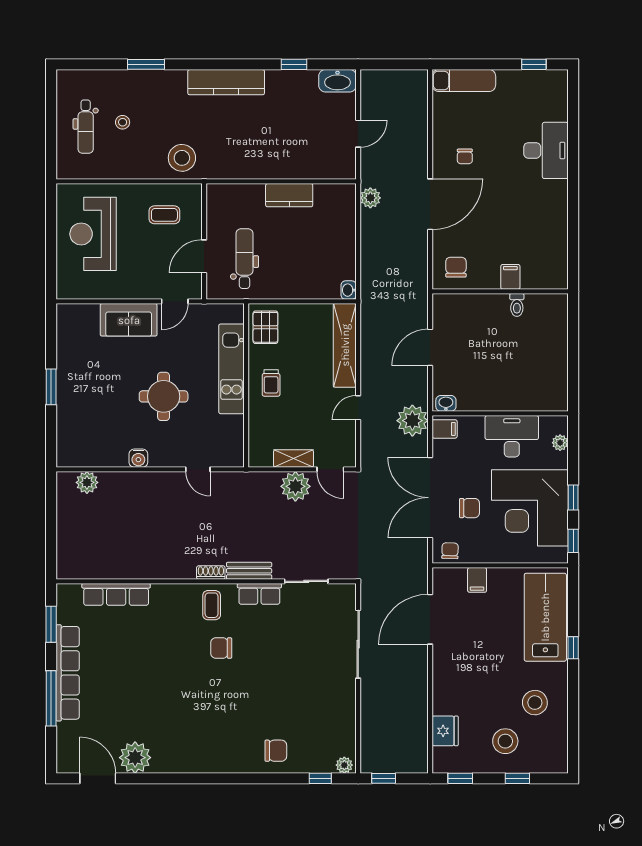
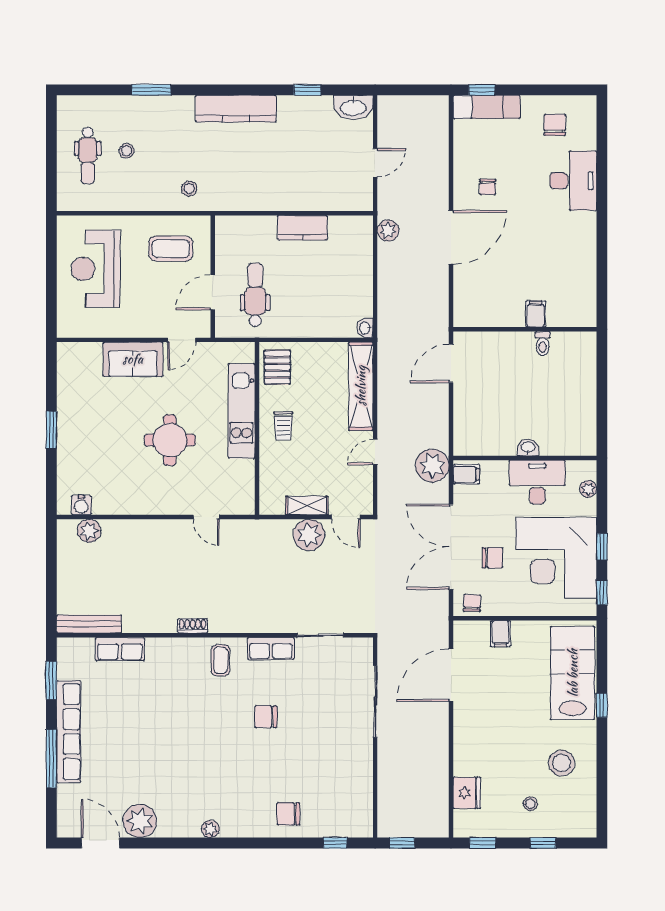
window: (534, 64) -> (482, 90), moved
stool: (182, 158) -> (189, 189), width x0.53, depth x0.53
coffee table: (164, 215) -> (171, 249), width x1.36, depth x1.30
chair: (456, 267) -> (555, 125), moved
door: (430, 347) -> (451, 363), moved
washbasin: (446, 403) -> (528, 447), moved
water cooler: (138, 458) -> (81, 505), moved
bench: (249, 571) -> (89, 624), moved, width x1.36
shoe rack: (211, 573) -> (193, 626), moved
row of seats: (116, 594) -> (120, 649), width x0.68
chair: (221, 648) -> (266, 717), moved
stool: (505, 741) -> (530, 804), width x0.53, depth x0.53
chair: (276, 751) -> (288, 814), turned 180
plant: (344, 765) -> (210, 829), moved

